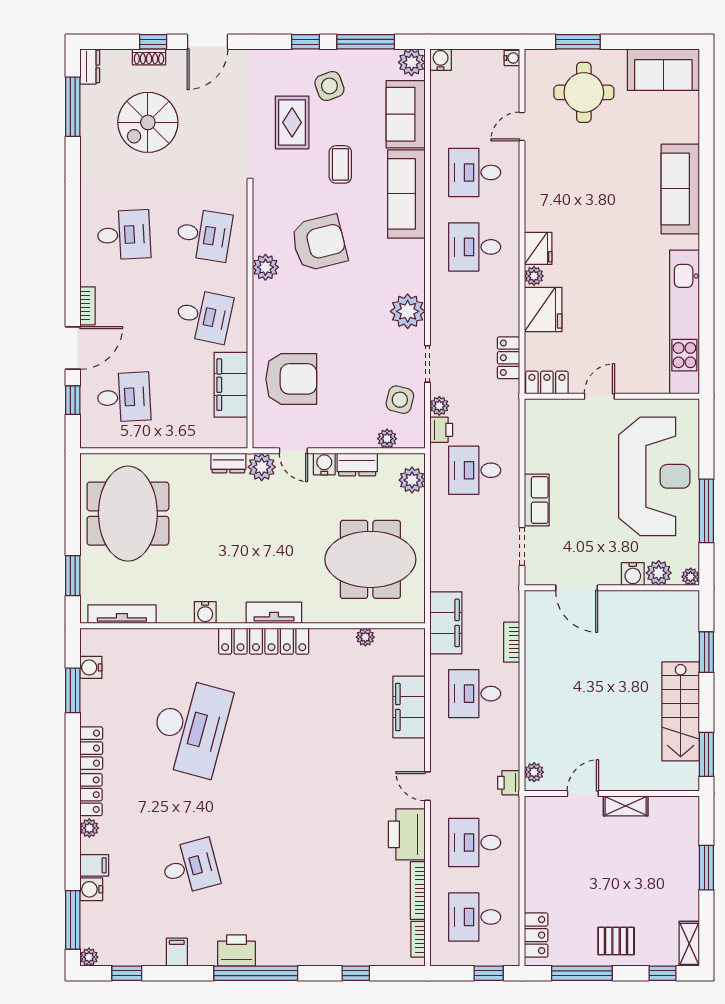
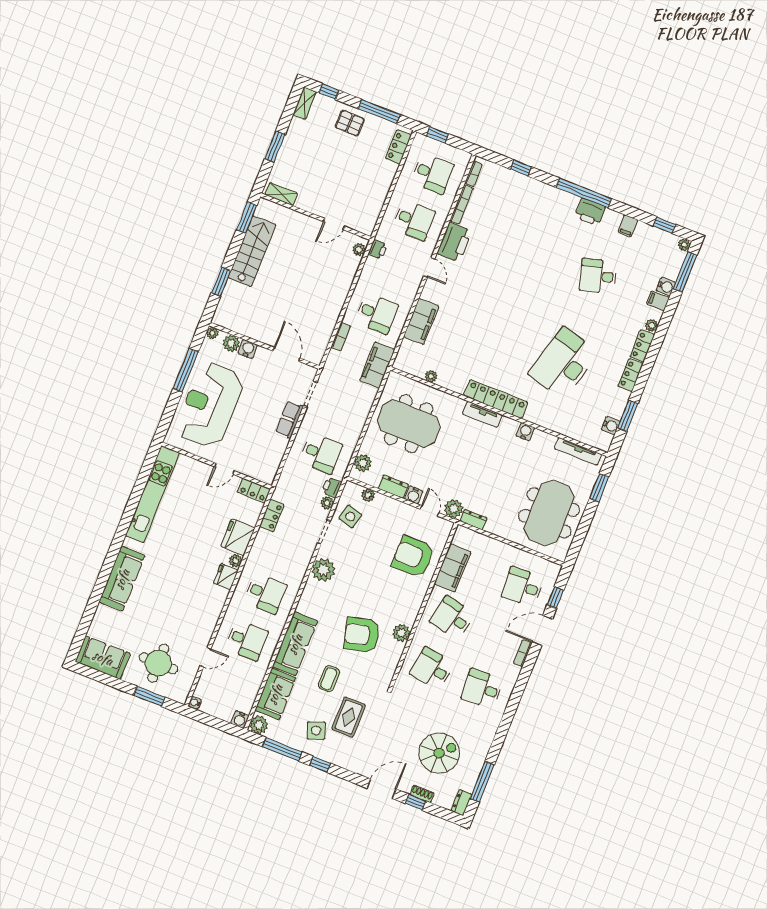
shelving: (626, 806) -> (281, 194), moved

